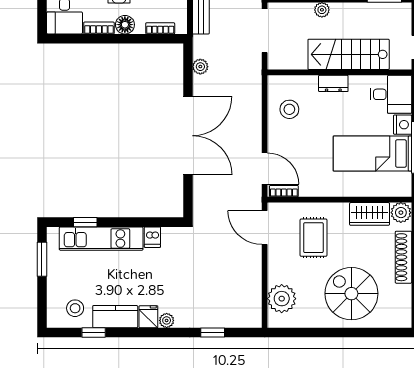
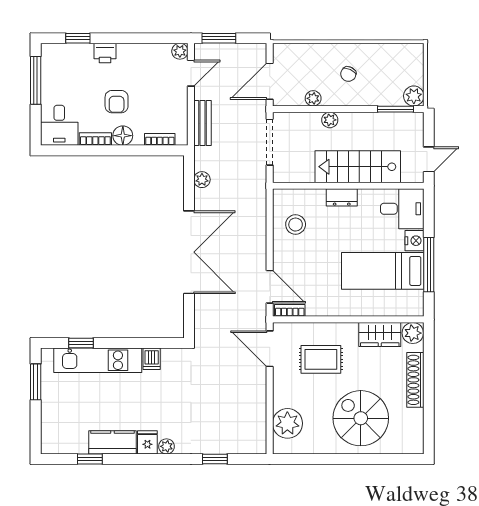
rug: (313, 238) -> (321, 359), turned 90
stool: (75, 308) -> (70, 434), removed

